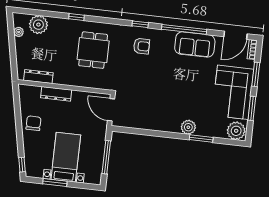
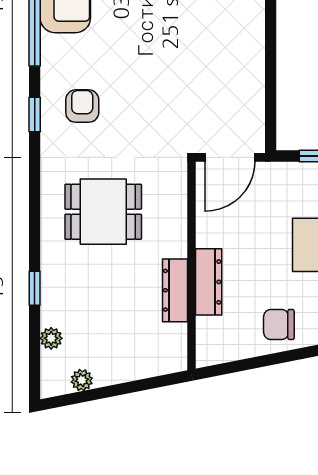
window: (77, 17) -> (35, 288), moved
plant: (38, 25) -> (51, 338), width x0.53, depth x0.53
dresser: (38, 77) -> (175, 290), moved

